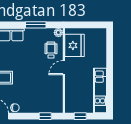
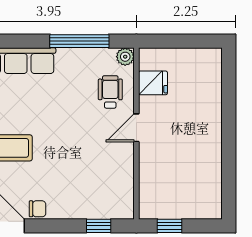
window: (36, 25) -> (79, 41), width x1.44
fridge: (74, 45) -> (153, 83), width x0.53, depth x0.75
kitchen unit: (100, 91) -> (209, 174), removed

